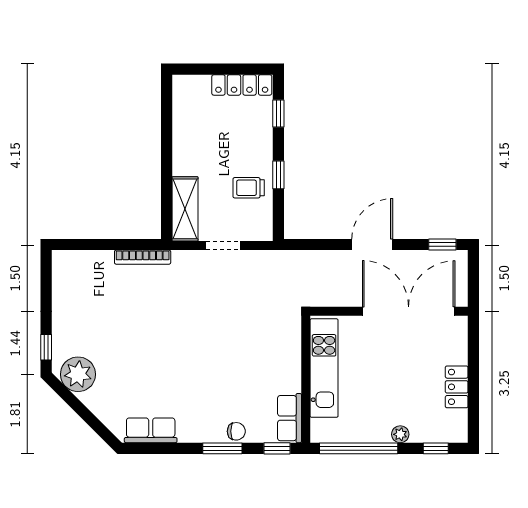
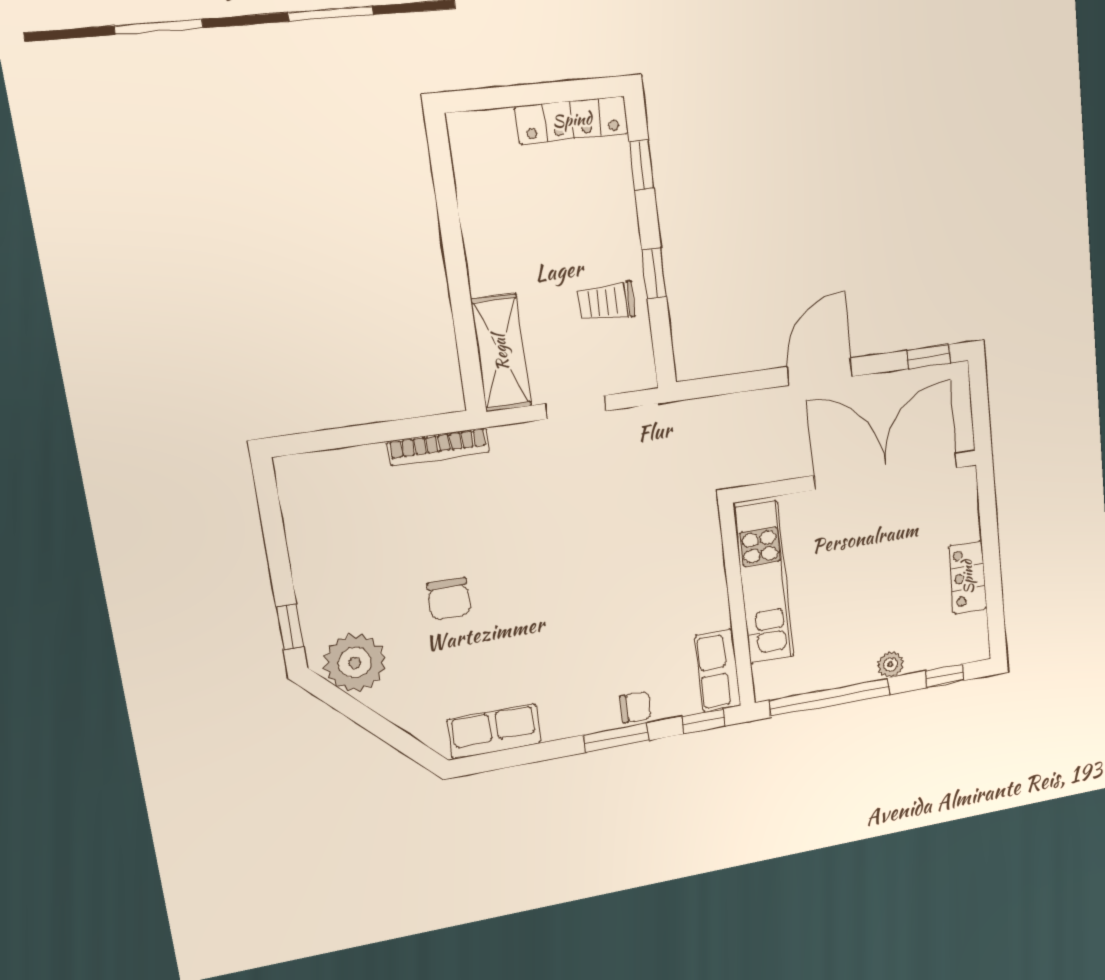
chair: (136, 346) -> (449, 599), added

